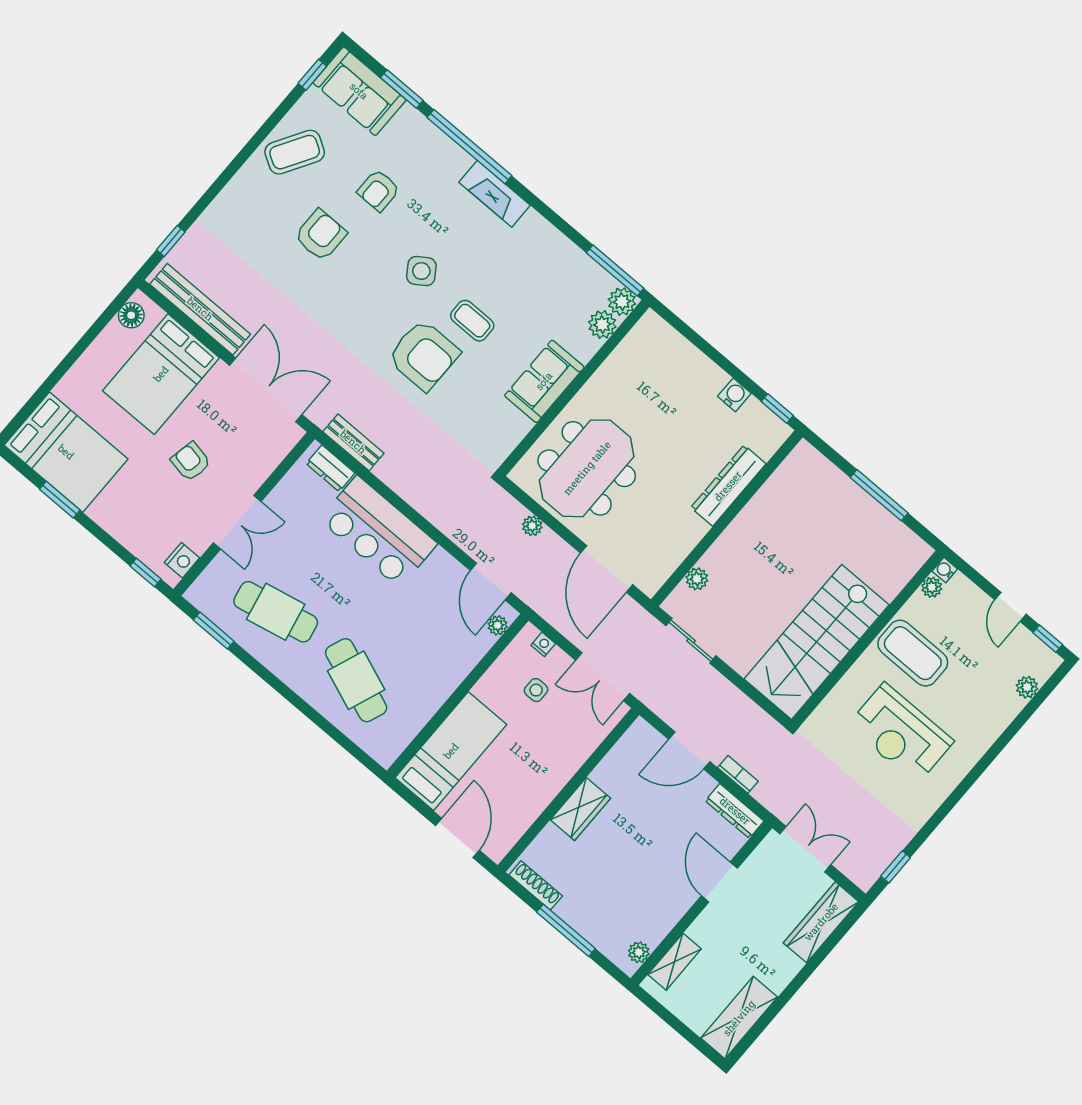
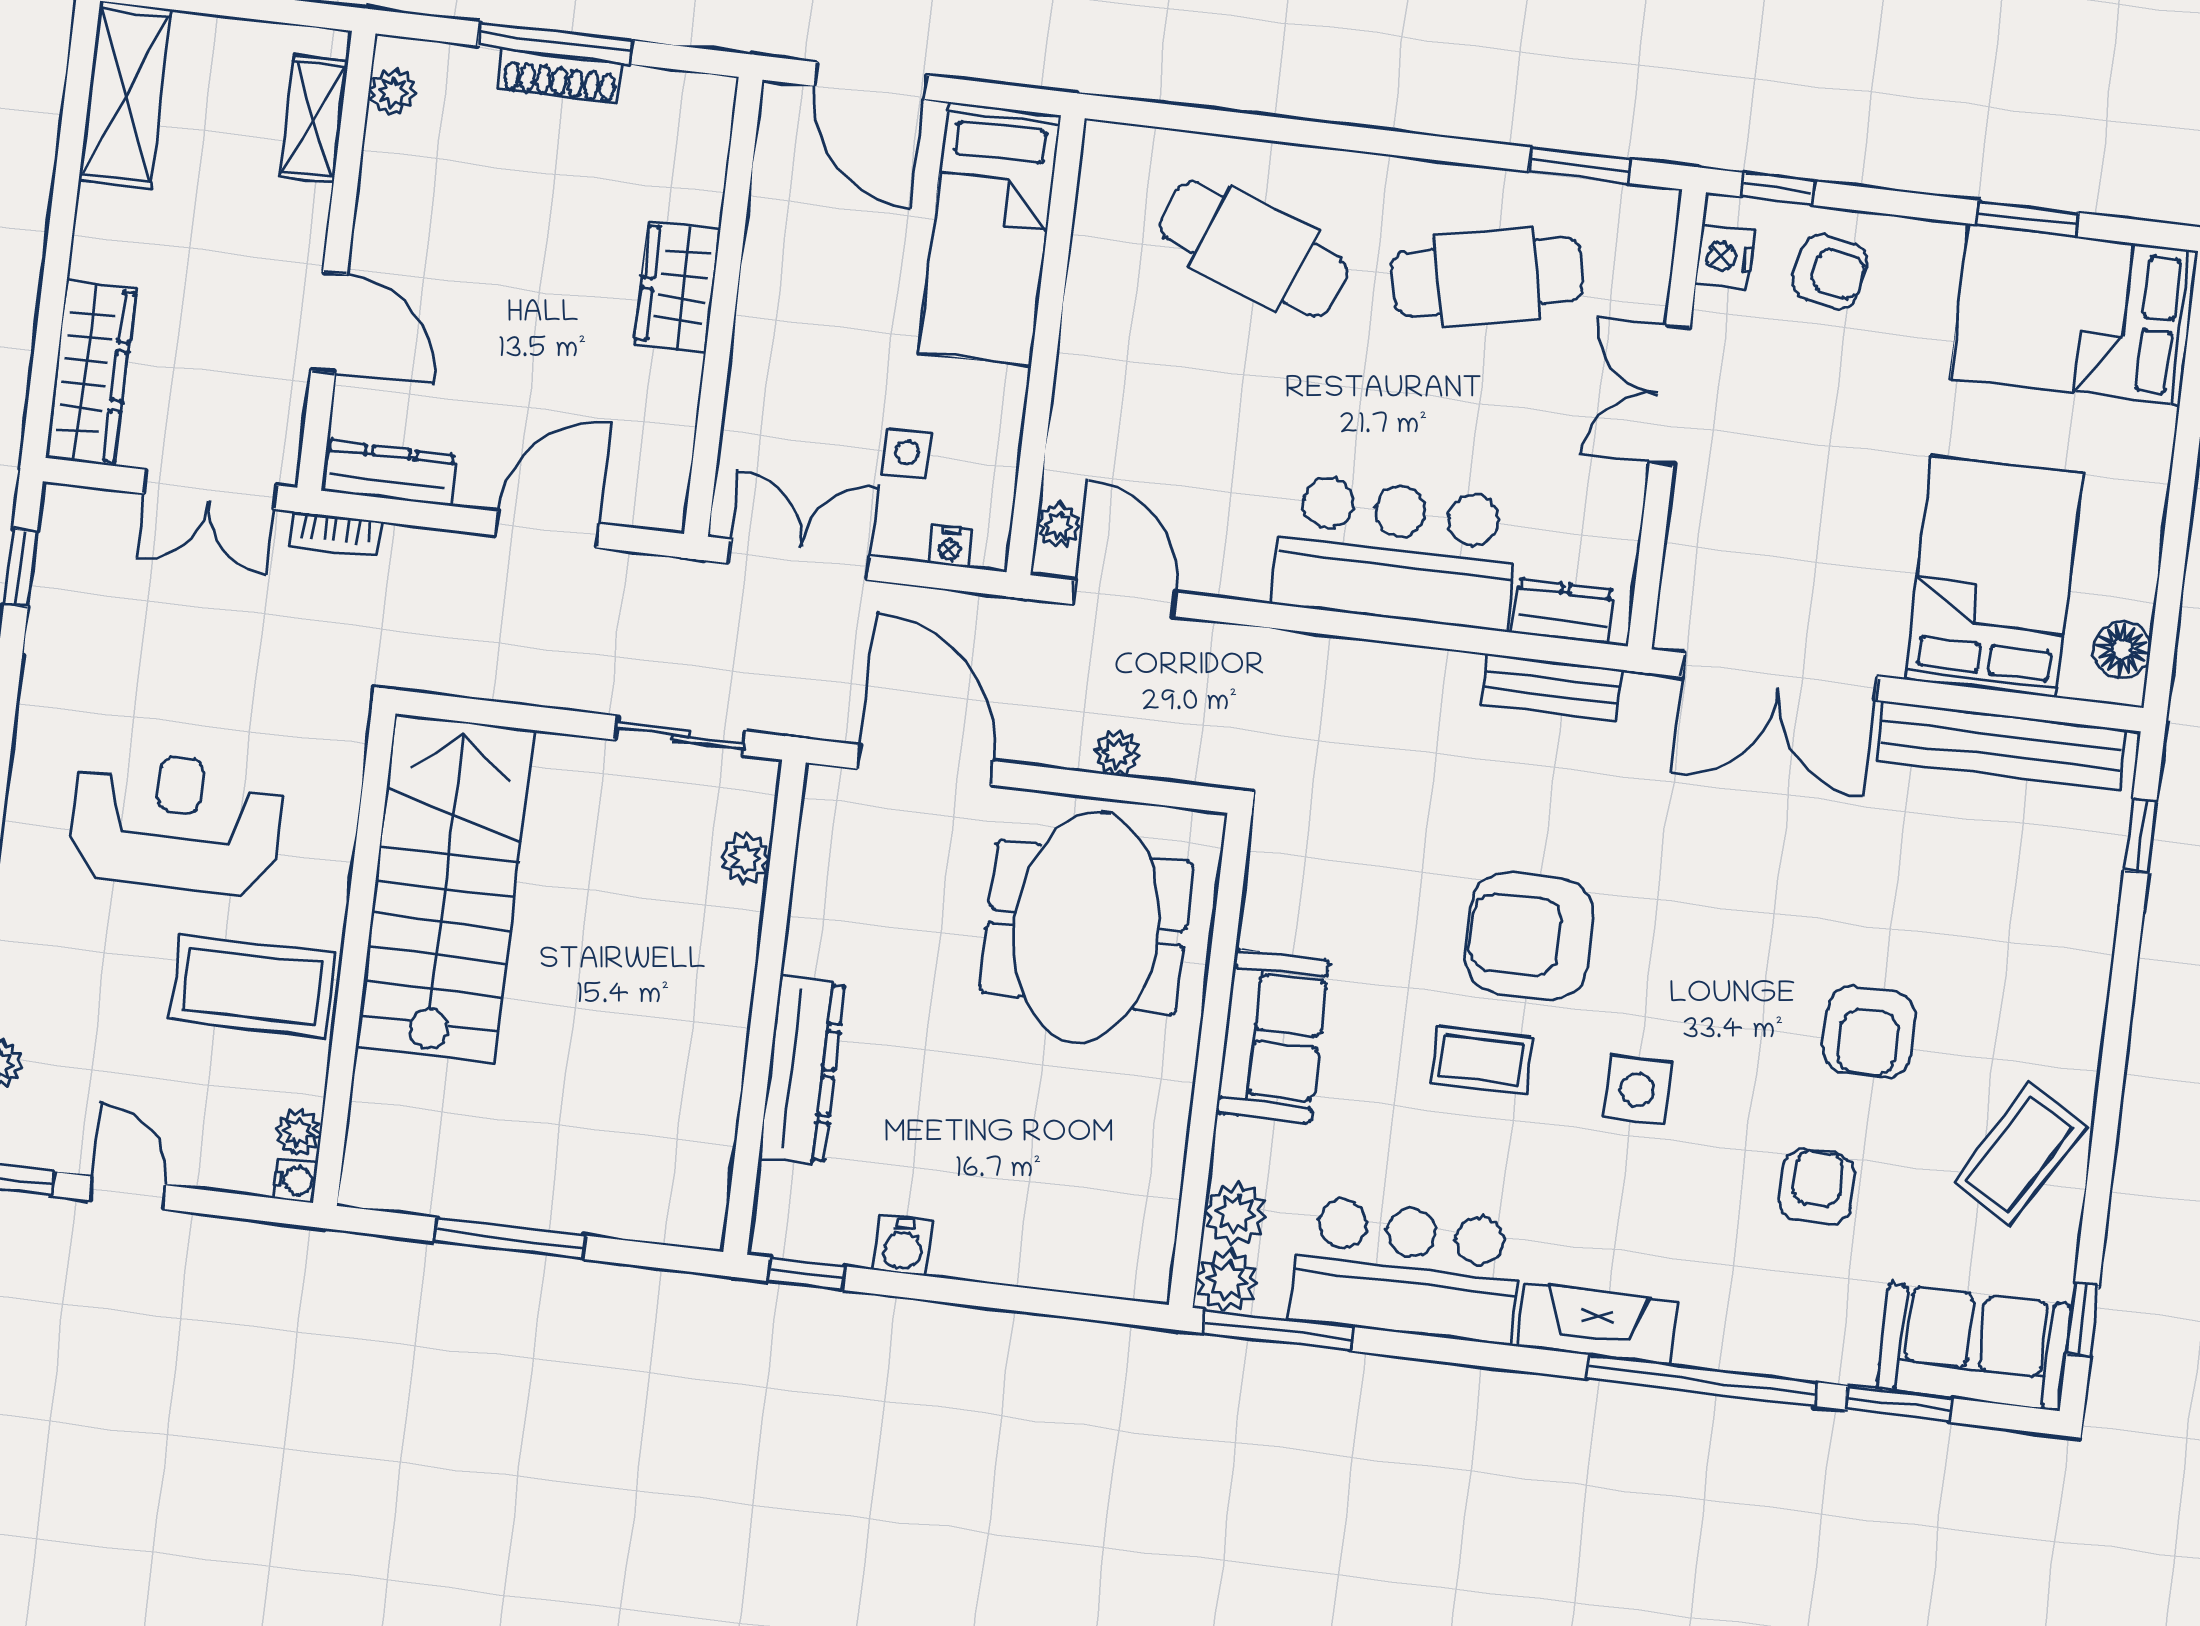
bar counter: (552, 261) -> (1407, 1270), added
side table: (421, 271) -> (1637, 1090), turned 34
armchair: (191, 462) -> (1830, 272), moved
bookcase: (738, 774) -> (335, 534), moved
shoe rack: (536, 885) -> (560, 76), moved

